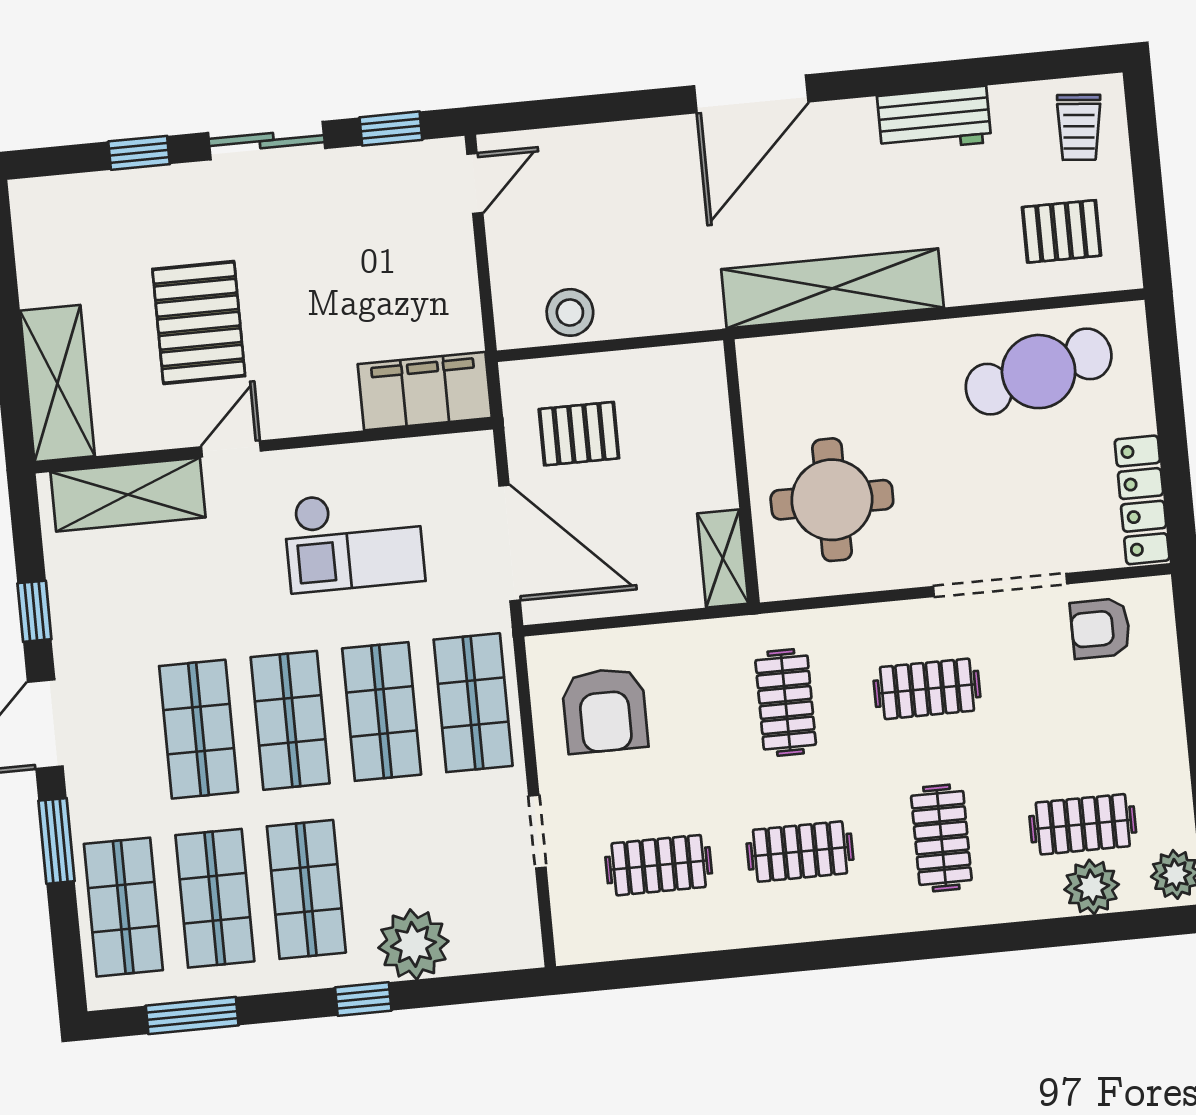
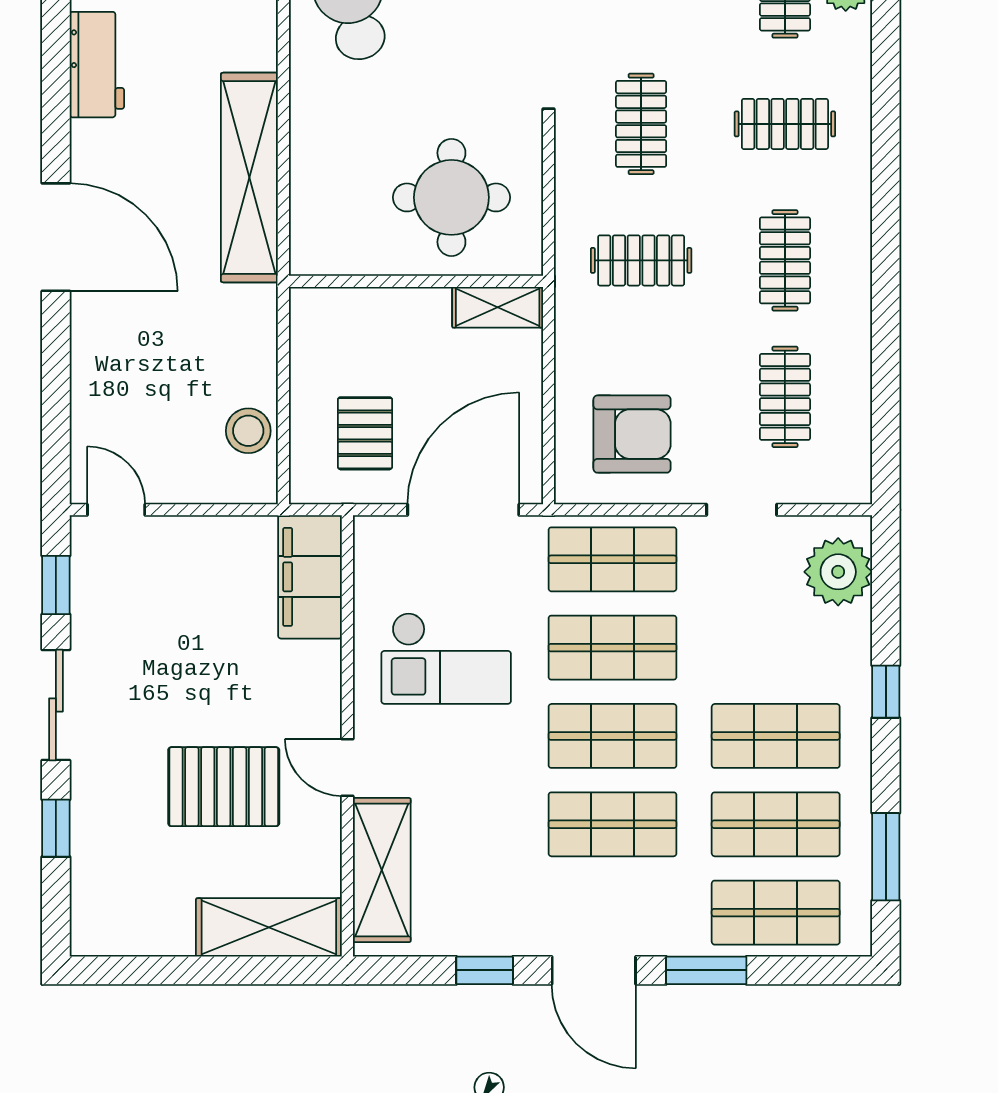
checkout: (354, 540) -> (446, 658), turned 90
plant: (413, 944) -> (838, 572), moved

